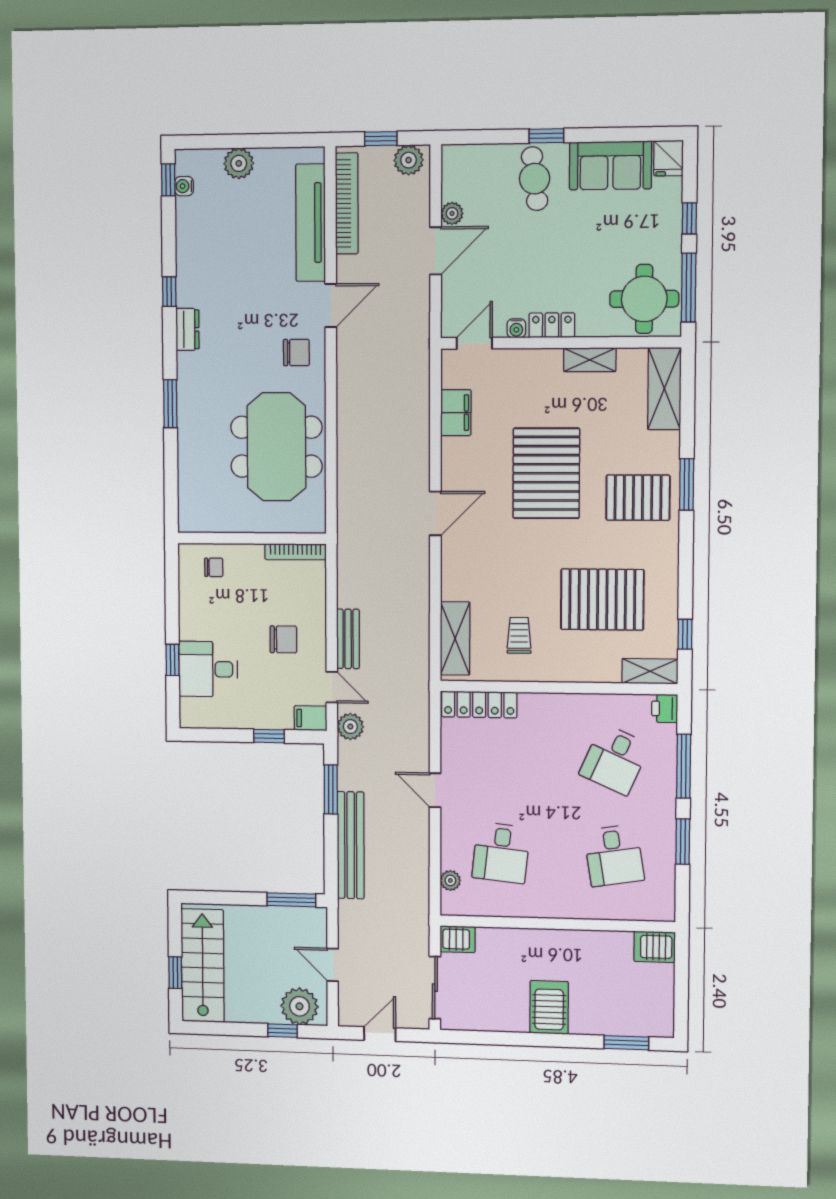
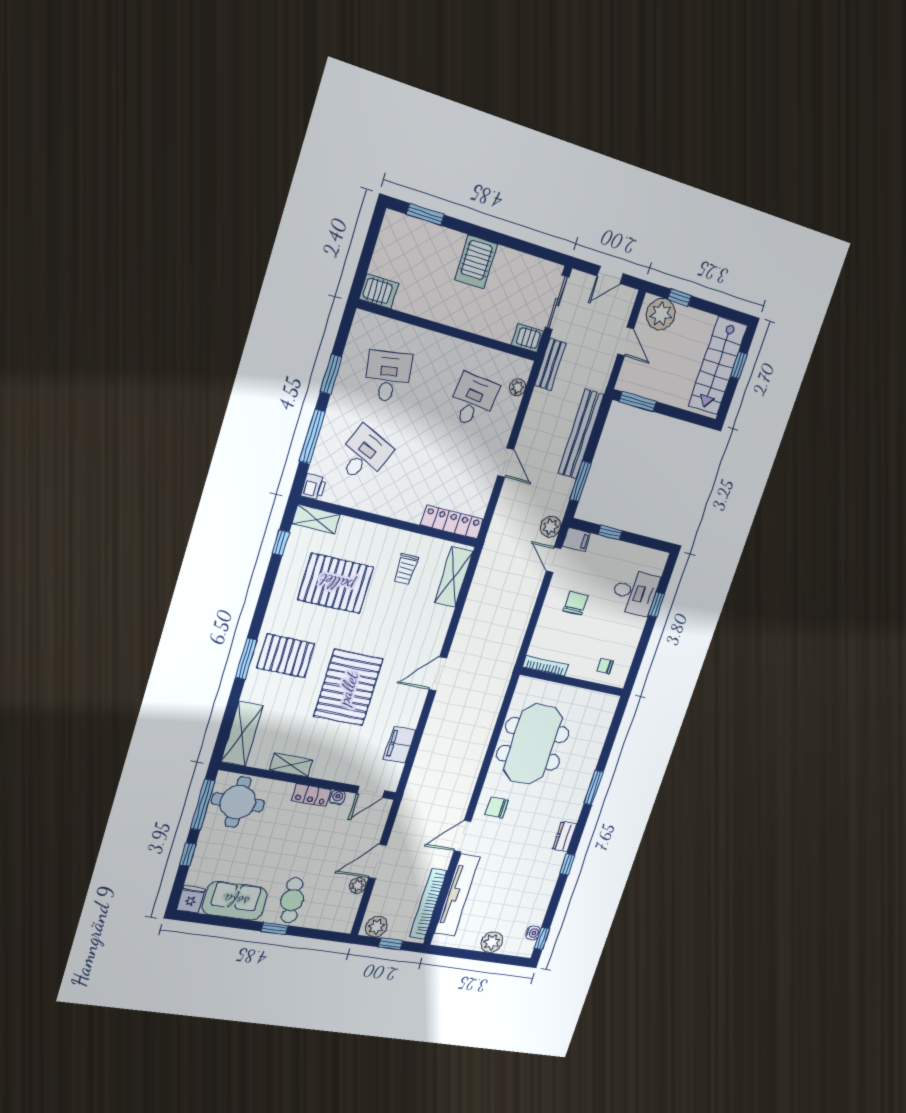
chair: (283, 639) -> (575, 603), turned 90
bench: (348, 639) -> (550, 364), moved

